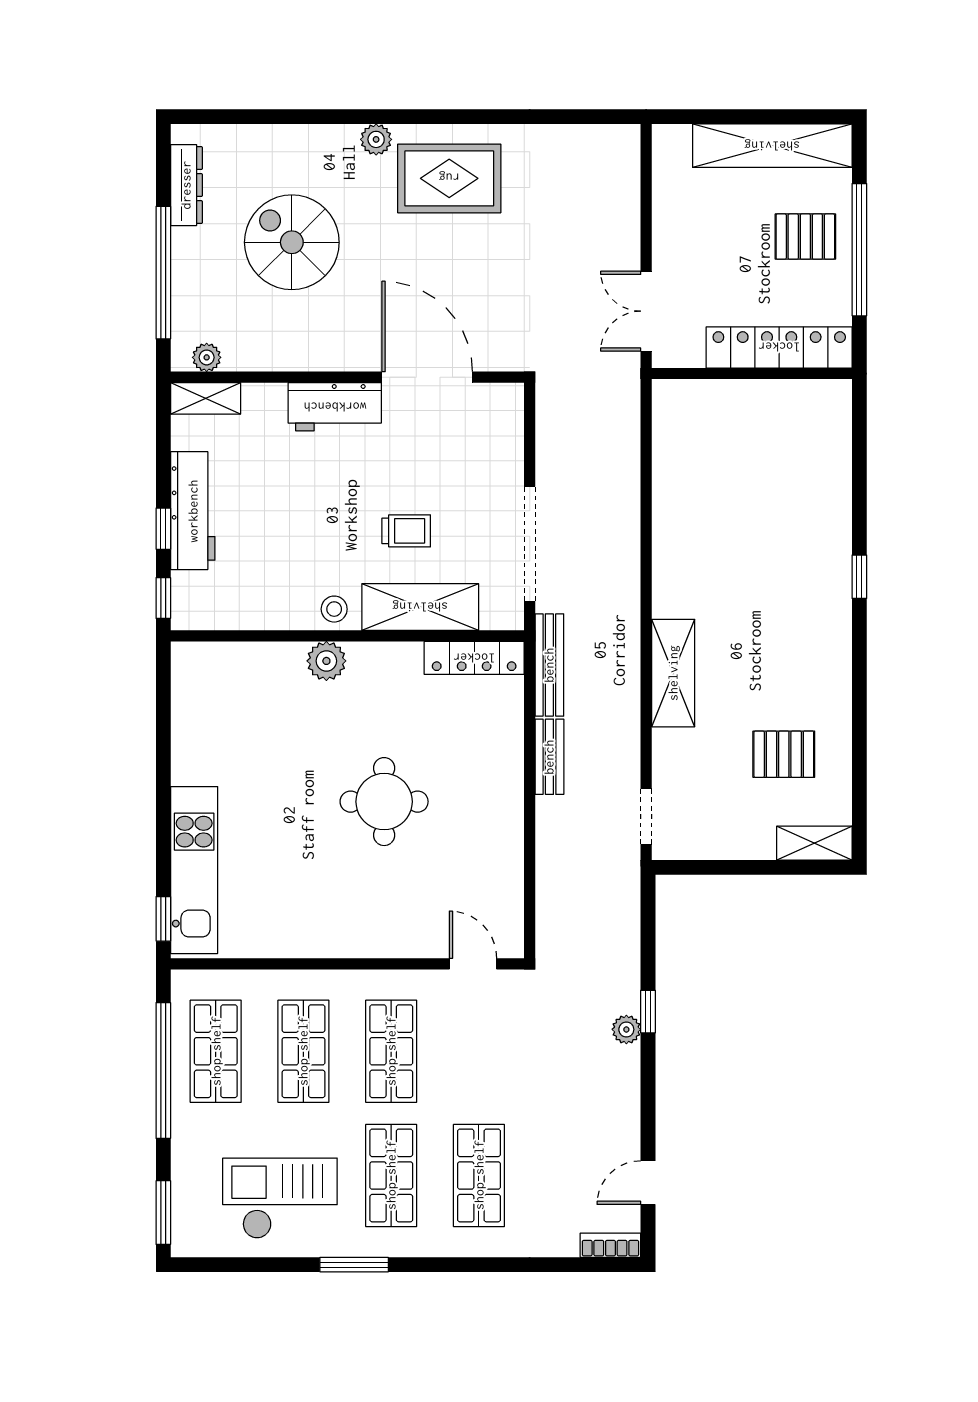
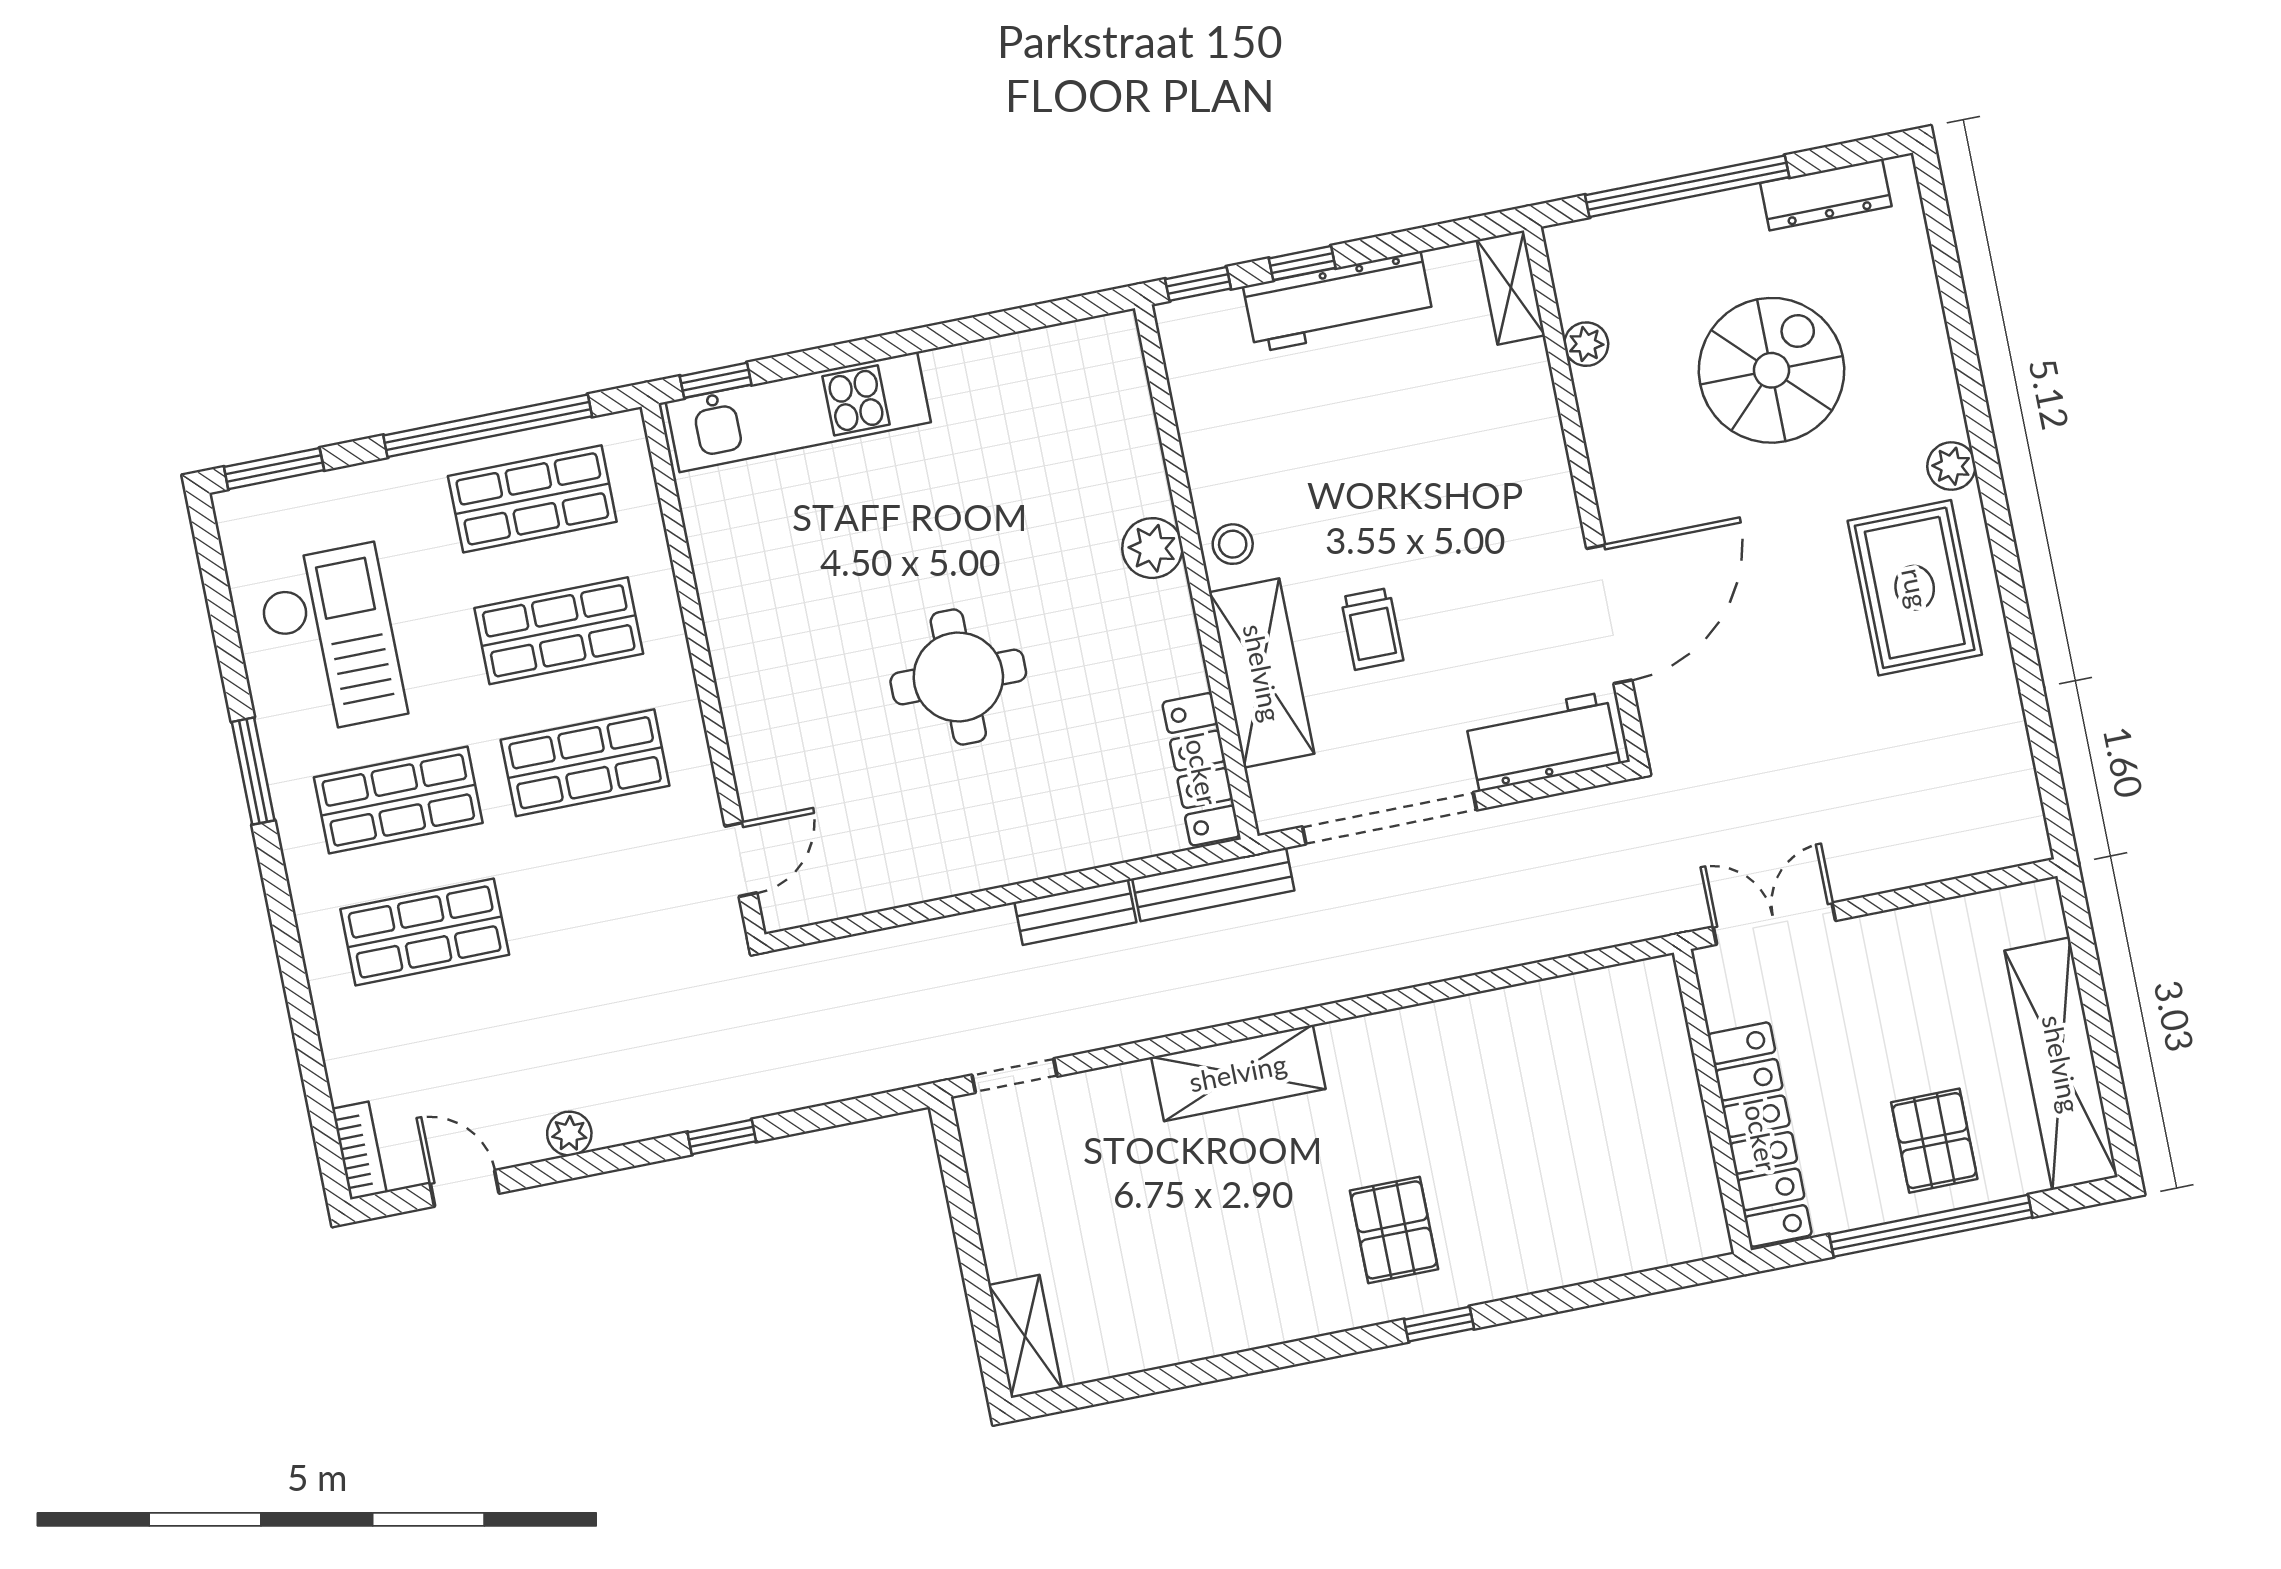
plant: (207, 357) -> (1586, 344), moved
workbench: (335, 407) -> (1542, 742), moved, turned 90
pallet: (784, 754) -> (1394, 1230), moved
plant: (626, 1029) -> (569, 1134), moved

